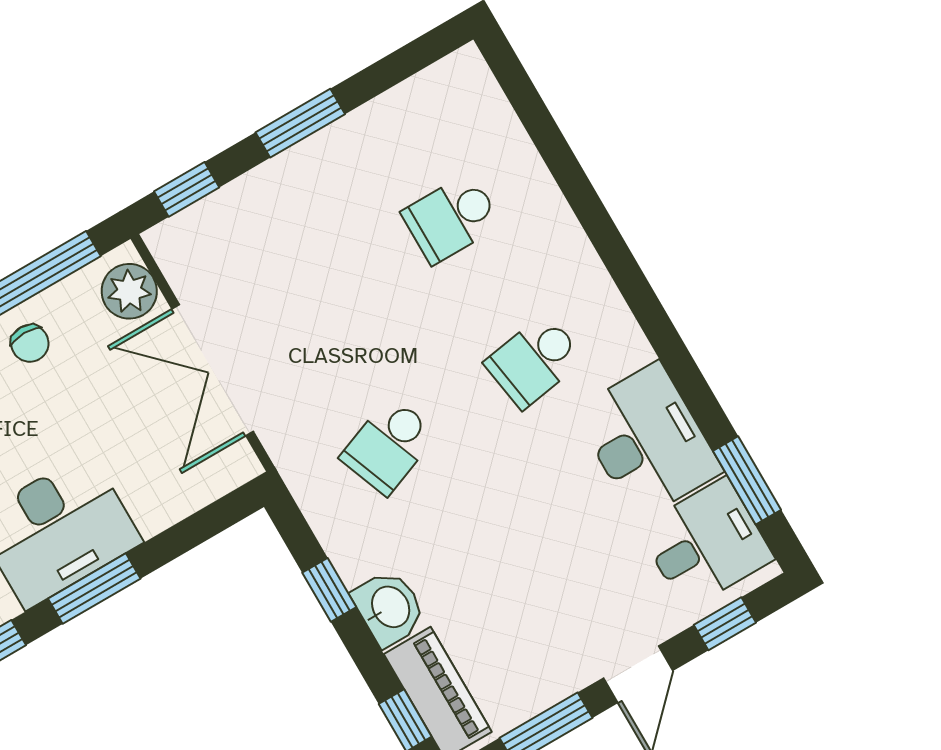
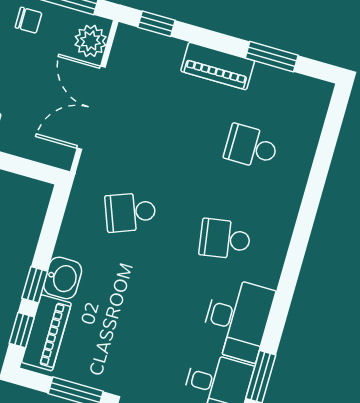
window: (300, 123) -> (272, 57), moved
piano: (312, 164) -> (218, 66), added
chair: (30, 343) -> (28, 20), turned -90
window: (329, 590) -> (35, 285), moved

